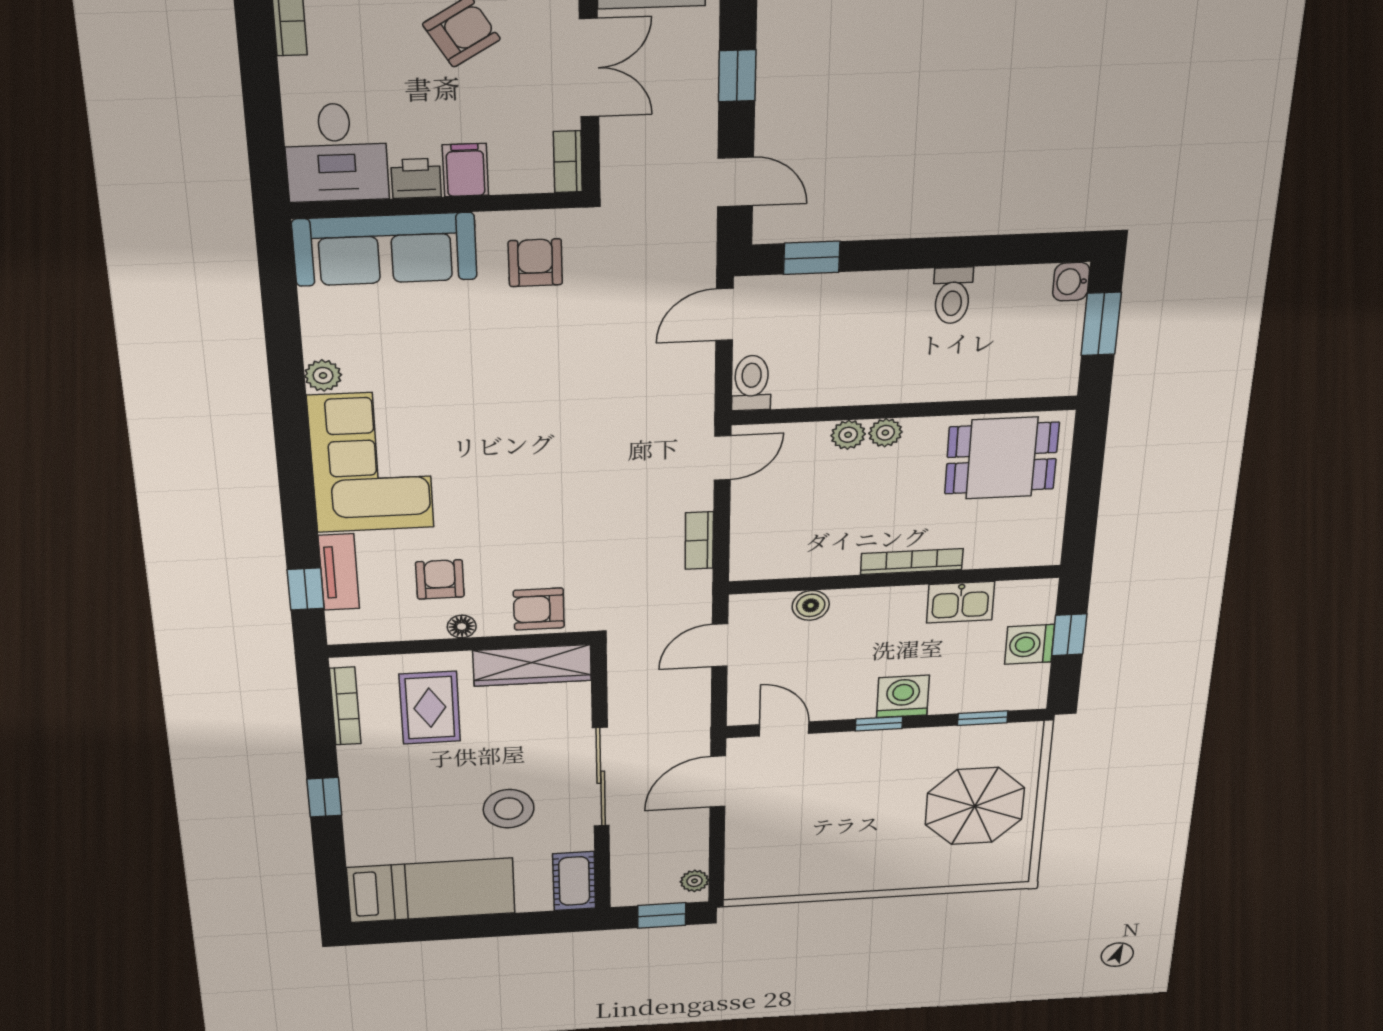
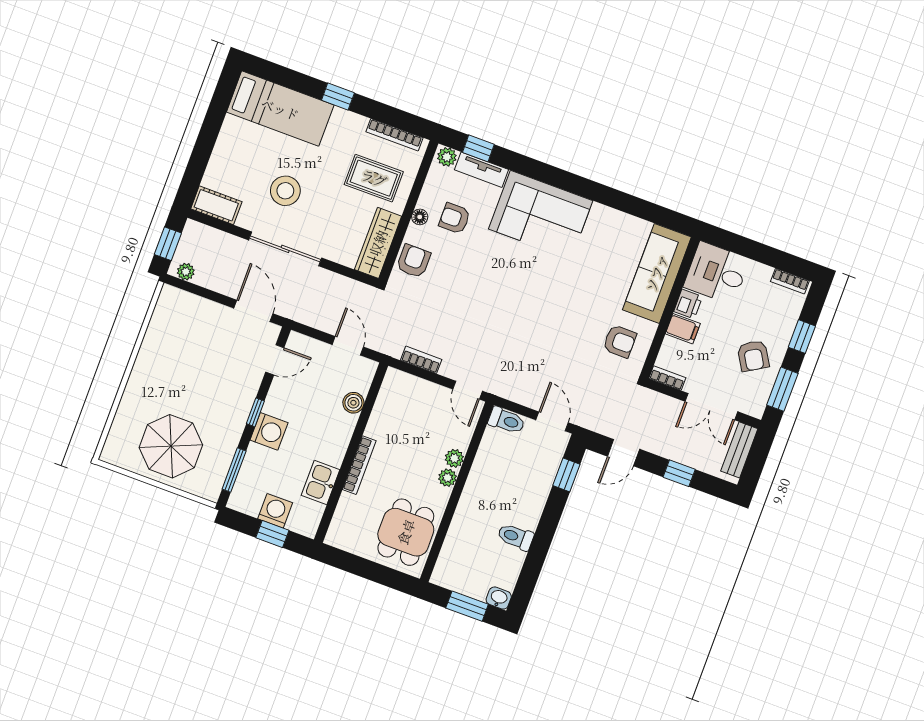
plant: (323, 375) -> (447, 157), moved
armchair: (440, 579) -> (455, 218), turned 180
window: (983, 718) -> (234, 470), width x1.50
bed: (431, 890) -> (280, 109), moved, turned -90

